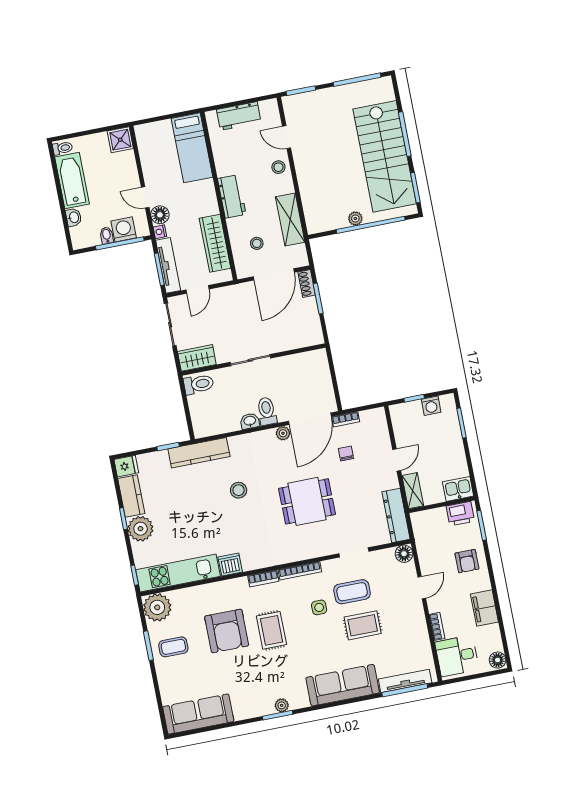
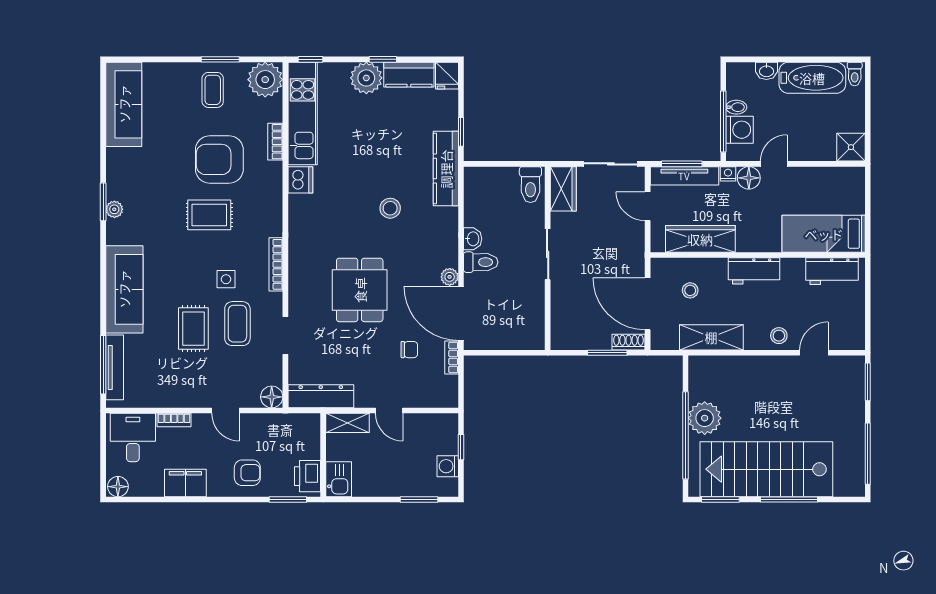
workbench: (239, 116) -> (832, 271), moved, turned -90
plant: (355, 218) -> (705, 418), width x1.88, depth x1.88
armchair: (467, 561) -> (247, 473), turned 180
bookcase: (263, 578) -> (275, 142), moved

